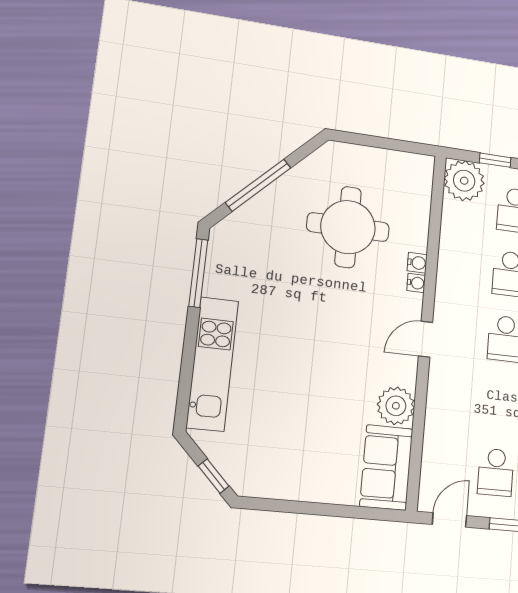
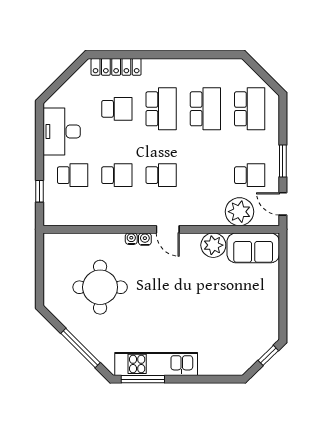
plant: (464, 181) -> (239, 212), moved
water cooler: (417, 263) -> (145, 239), moved
kitchen unit: (212, 364) -> (156, 364), moved

